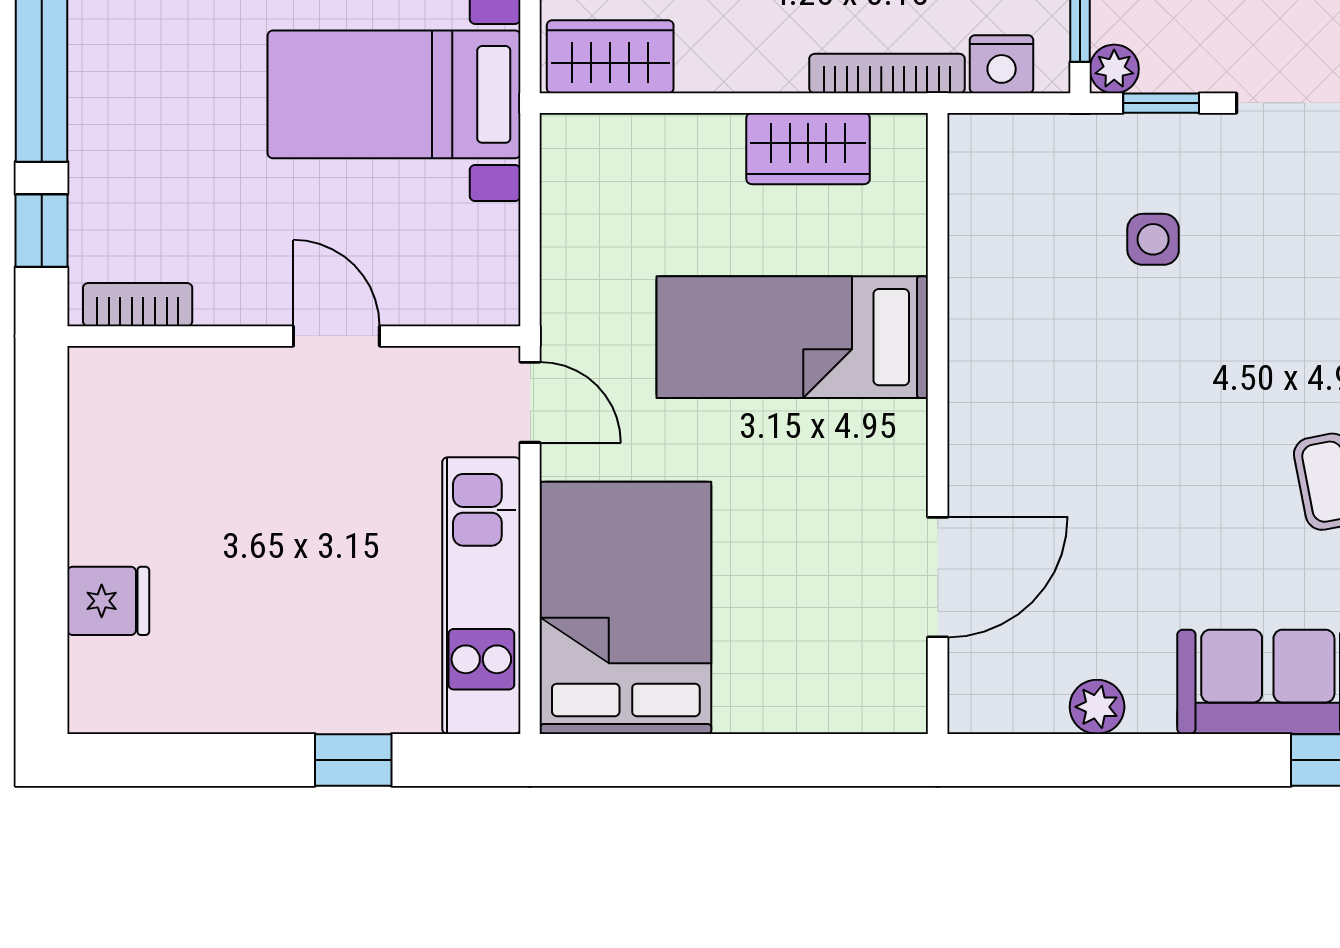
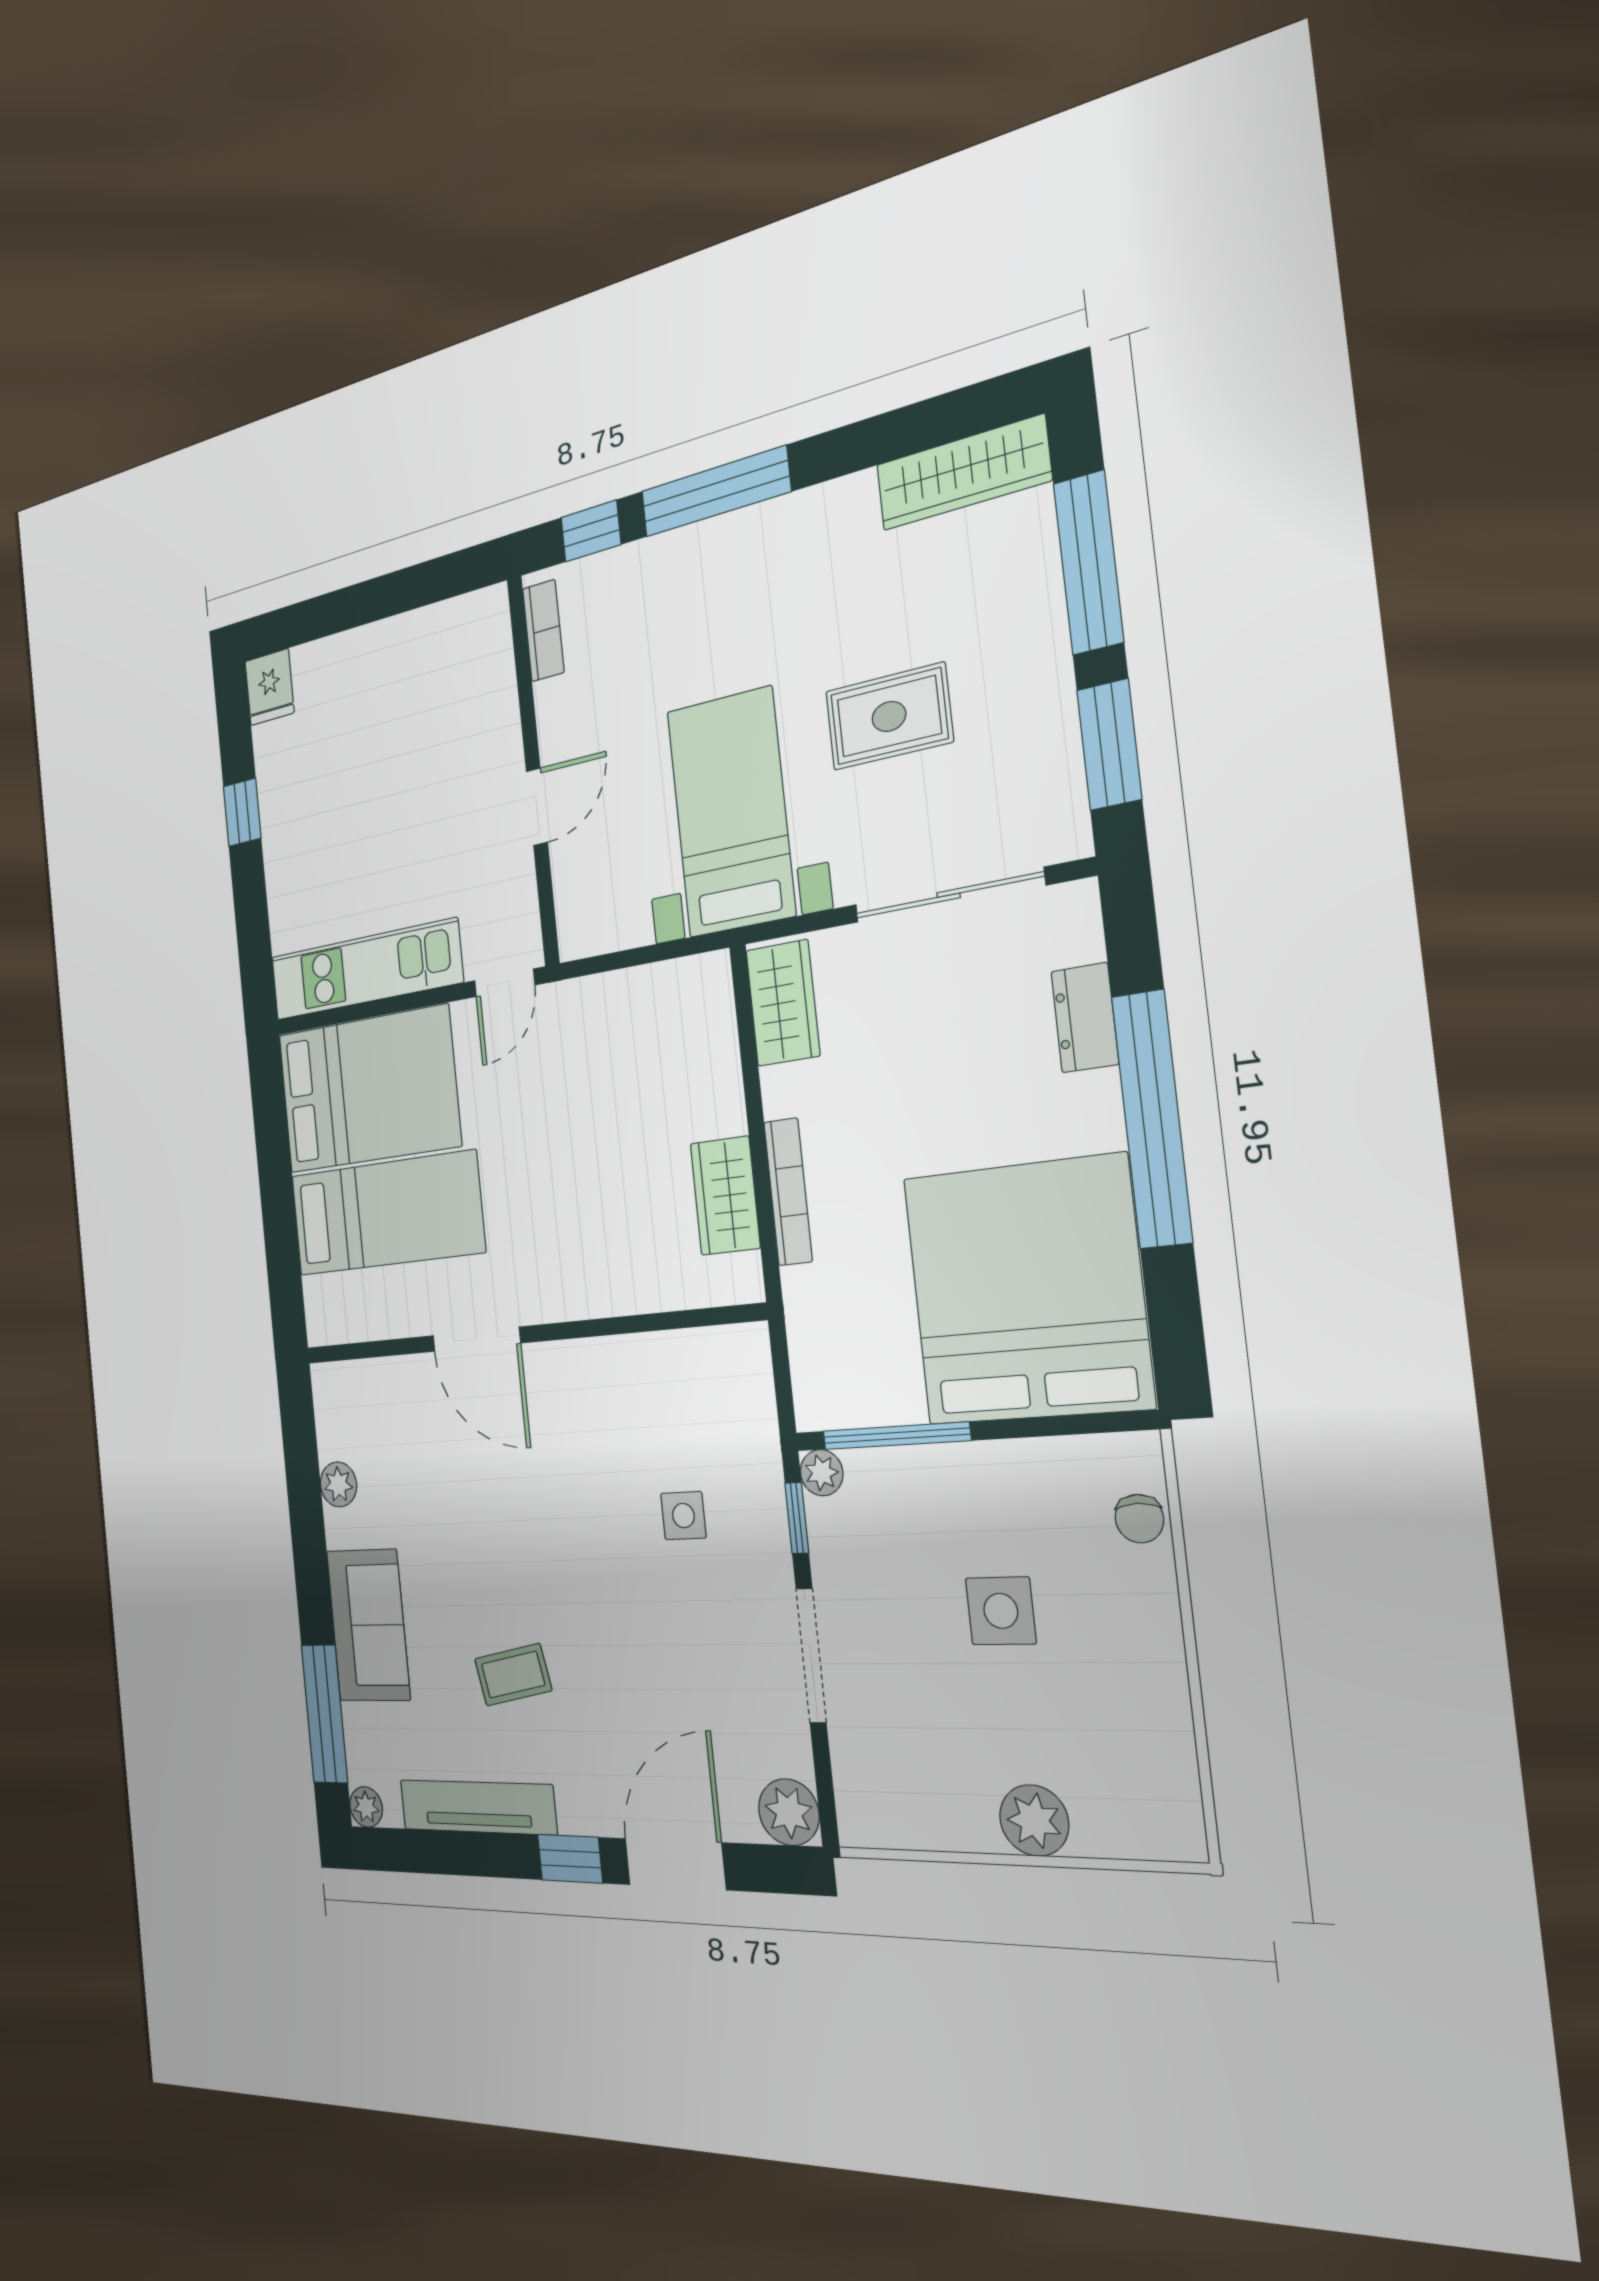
nightstand: (1002, 64) -> (815, 1367), removed
bookcase: (887, 74) -> (788, 1192), moved
bed: (792, 337) -> (387, 1214), moved, turned 90
door: (938, 577) -> (476, 1339), moved
fridge: (108, 601) -> (270, 687), moved
window: (353, 760) -> (242, 812), moved

